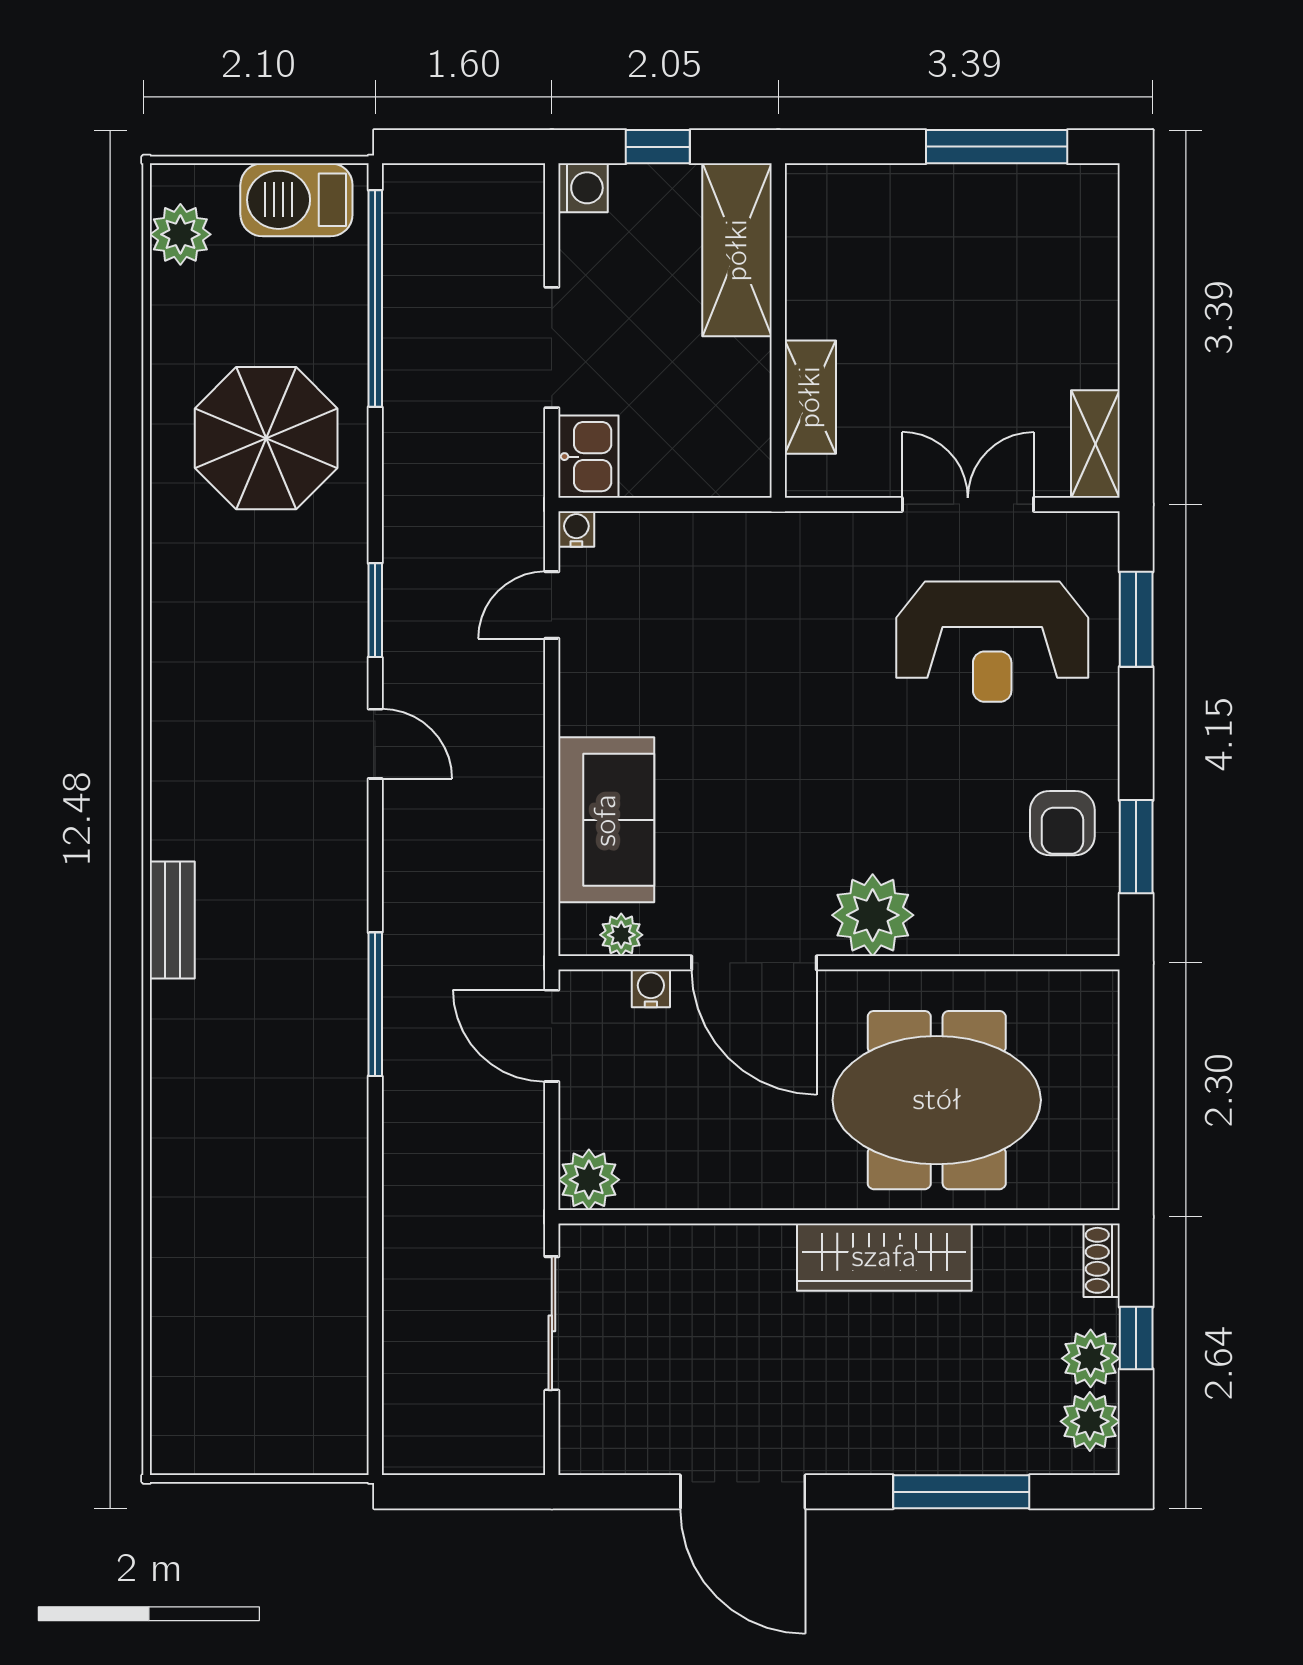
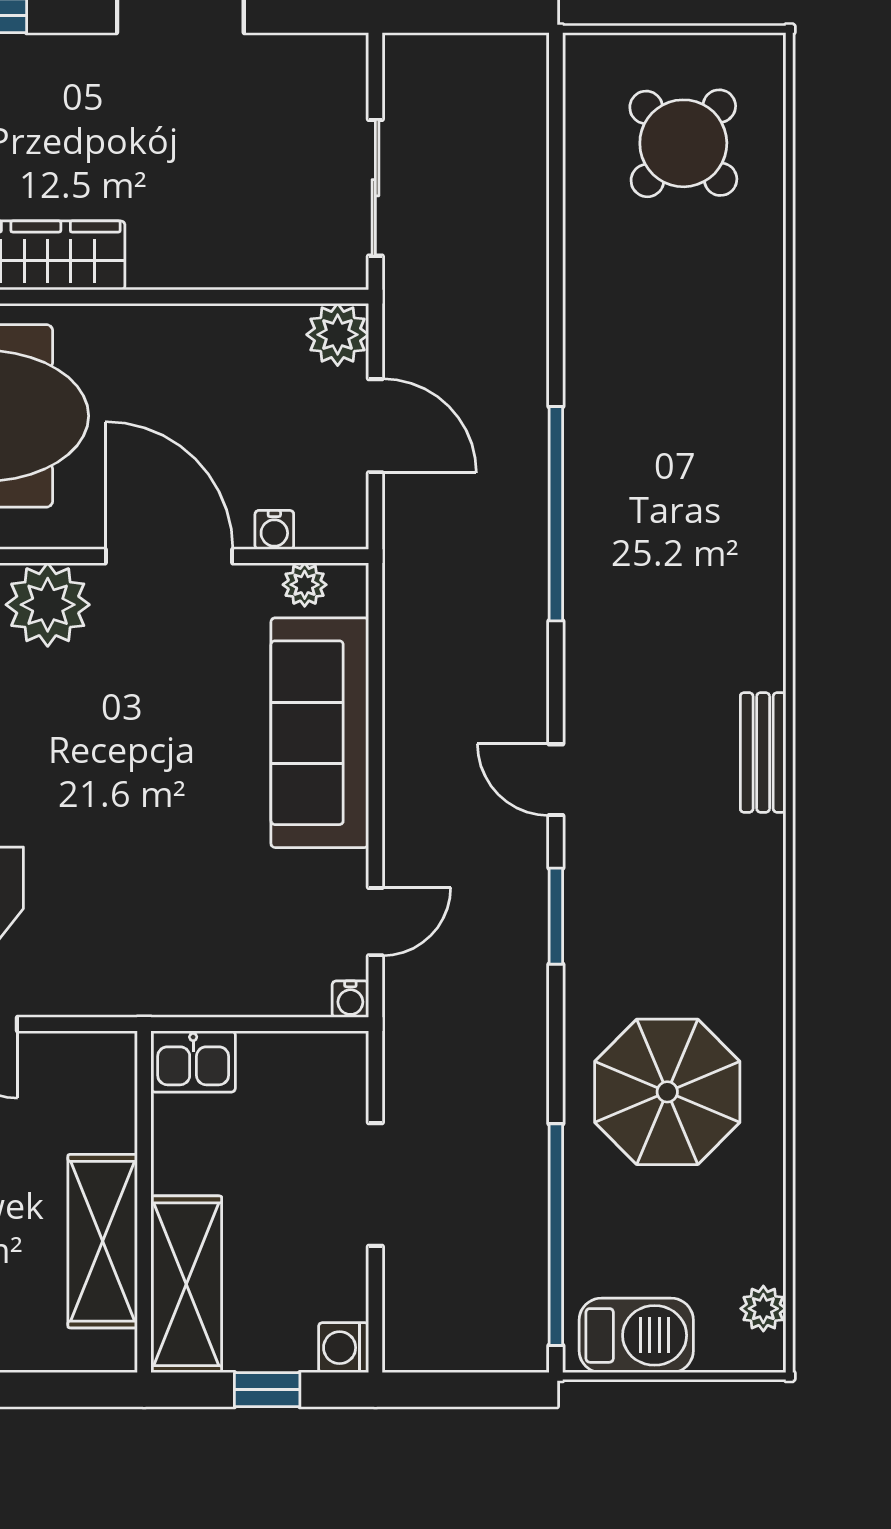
plant: (180, 234) -> (763, 1309), width x0.73, depth x0.73
shelving: (810, 397) -> (103, 1241), moved, width x1.50, depth x1.33
kitchen sink: (588, 457) -> (193, 1062), moved, turned -90
sofa: (606, 820) -> (320, 733), width x1.36
bench: (172, 920) -> (763, 752), moved
window: (375, 1004) -> (556, 514), width x1.46
door: (552, 1036) -> (375, 426), moved
round table: (250, 1367) -> (683, 143), added

